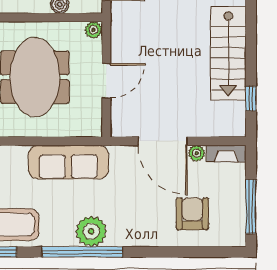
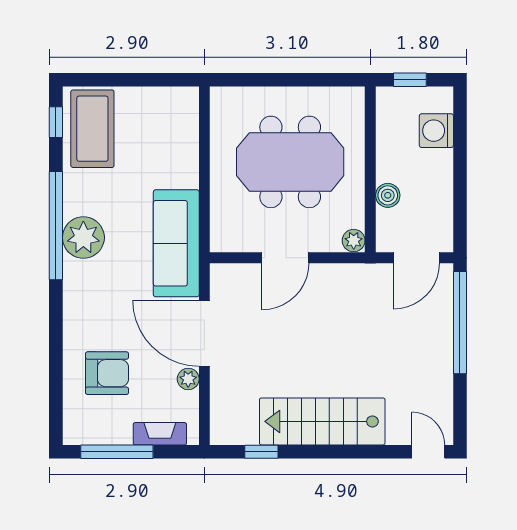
door: (106, 81) -> (285, 258), hinge flipped
door: (163, 141) -> (204, 333), hinge flipped
fireplace: (226, 154) -> (160, 434), moved, turned 90
sofa: (68, 162) -> (176, 243), moved

